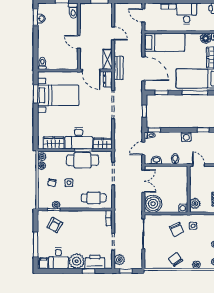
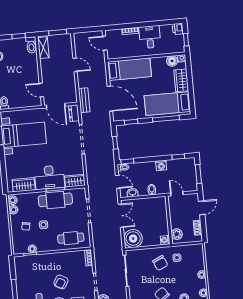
door: (79, 42) -> (41, 90), moved
shelving: (107, 59) -> (43, 48), moved
door: (143, 148) -> (118, 182), swing flipped
armchair: (55, 225) -> (61, 282), moved

